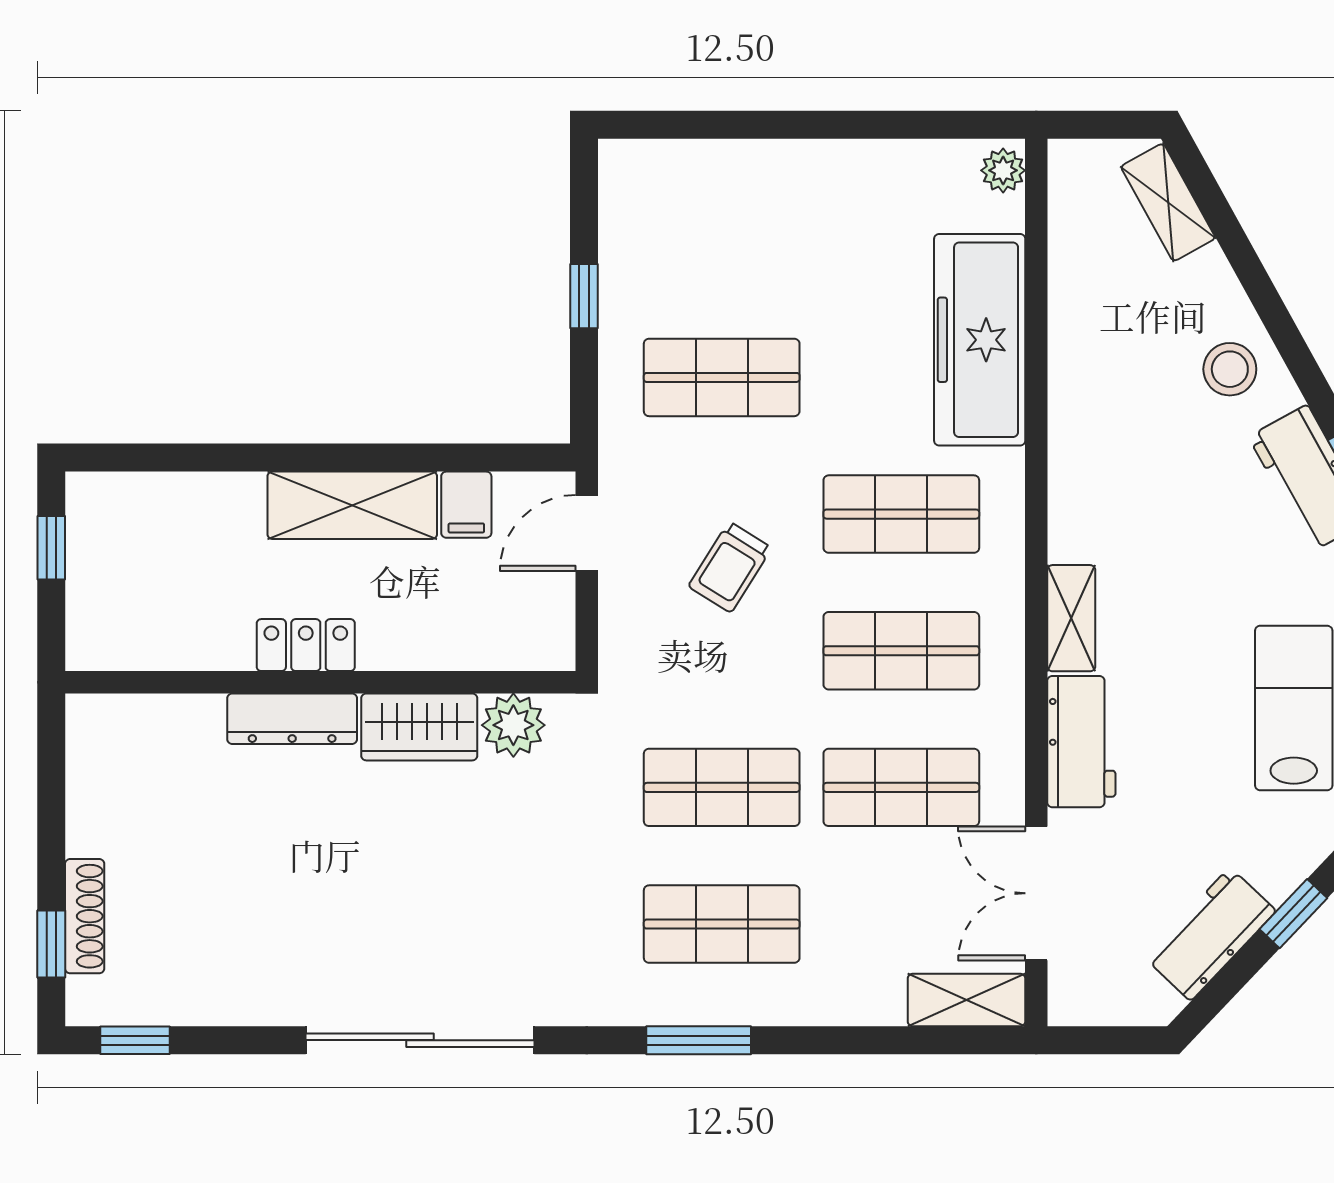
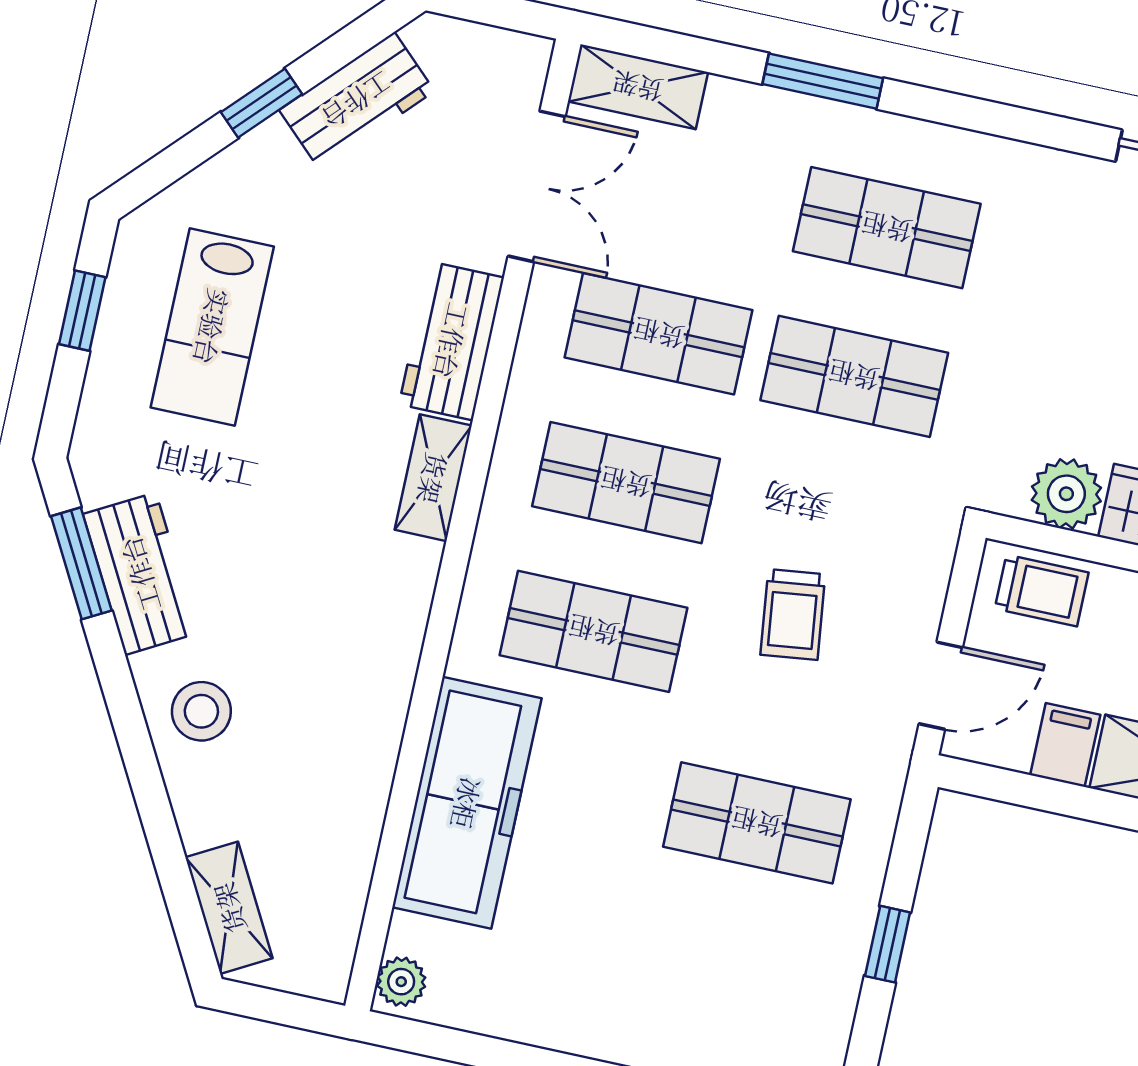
trolley: (730, 567) -> (793, 614), turned 141
trolley: (516, 636) -> (1042, 591), added
window: (699, 1040) -> (823, 81), moved

